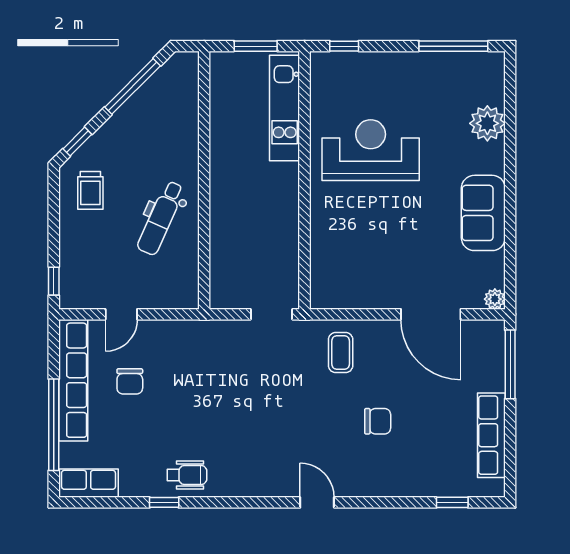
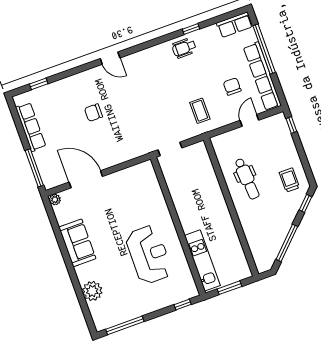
reception desk: (371, 150) -> (149, 255), turned -90
dental chair: (161, 218) -> (247, 179), turned 152
coffee table: (341, 353) -> (200, 111), moved

